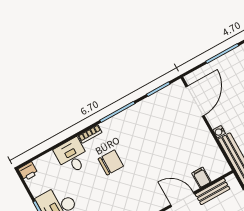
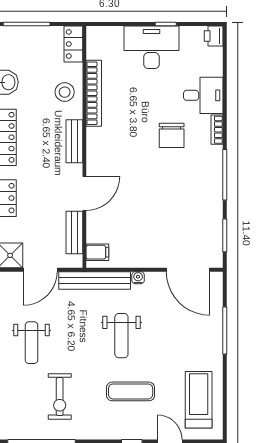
filing cabinet: (201, 177) -> (97, 252), moved

